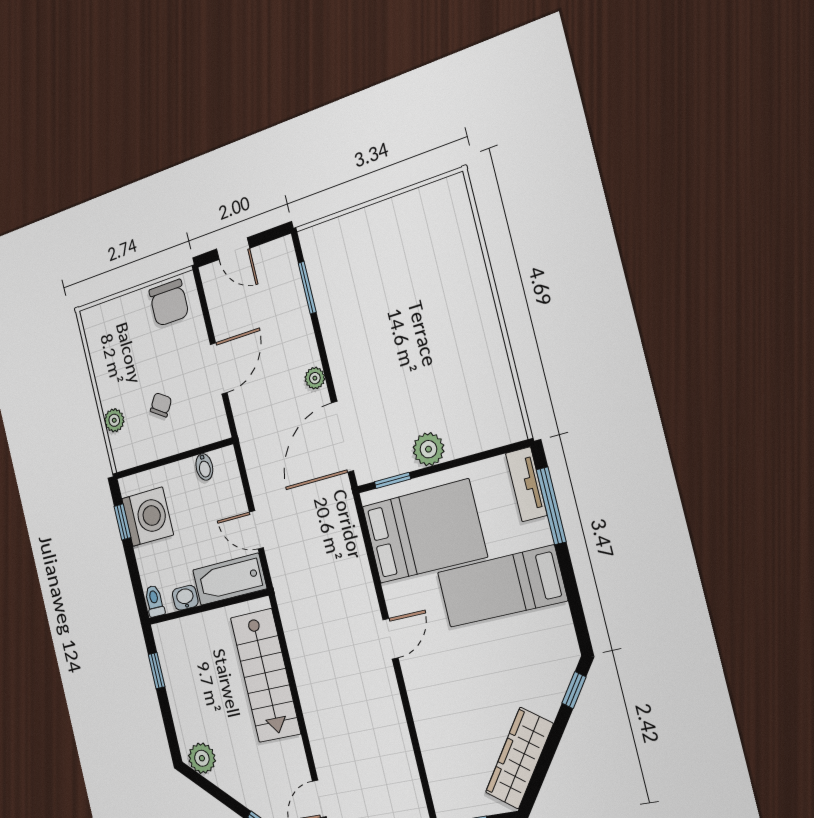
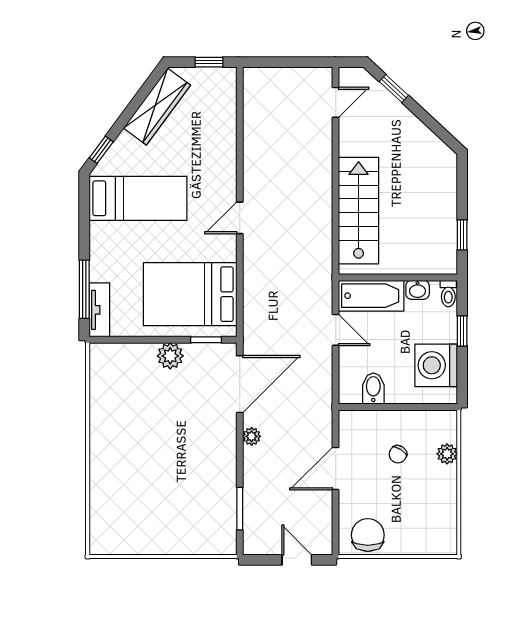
bidet: (204, 467) -> (373, 388), width x1.38, depth x1.36
window: (122, 522) -> (462, 331), moved
bed: (502, 586) -> (138, 198), moved
plant: (202, 758) -> (437, 154), removed

